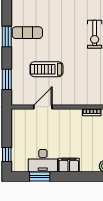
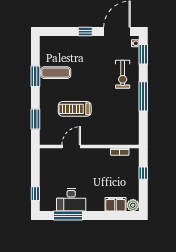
filing cabinet: (69, 165) -> (116, 204), moved
window: (40, 176) -> (68, 216), width x1.44

